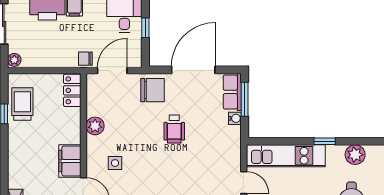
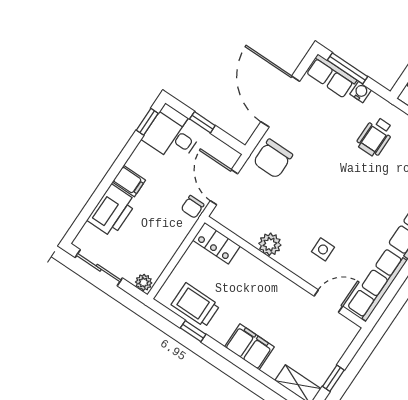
chair: (153, 90) -> (273, 159), turned 180
wheelchair: (174, 129) -> (375, 137), moved, turned 90
filing cabinet: (70, 161) -> (249, 347), moved, turned 180

